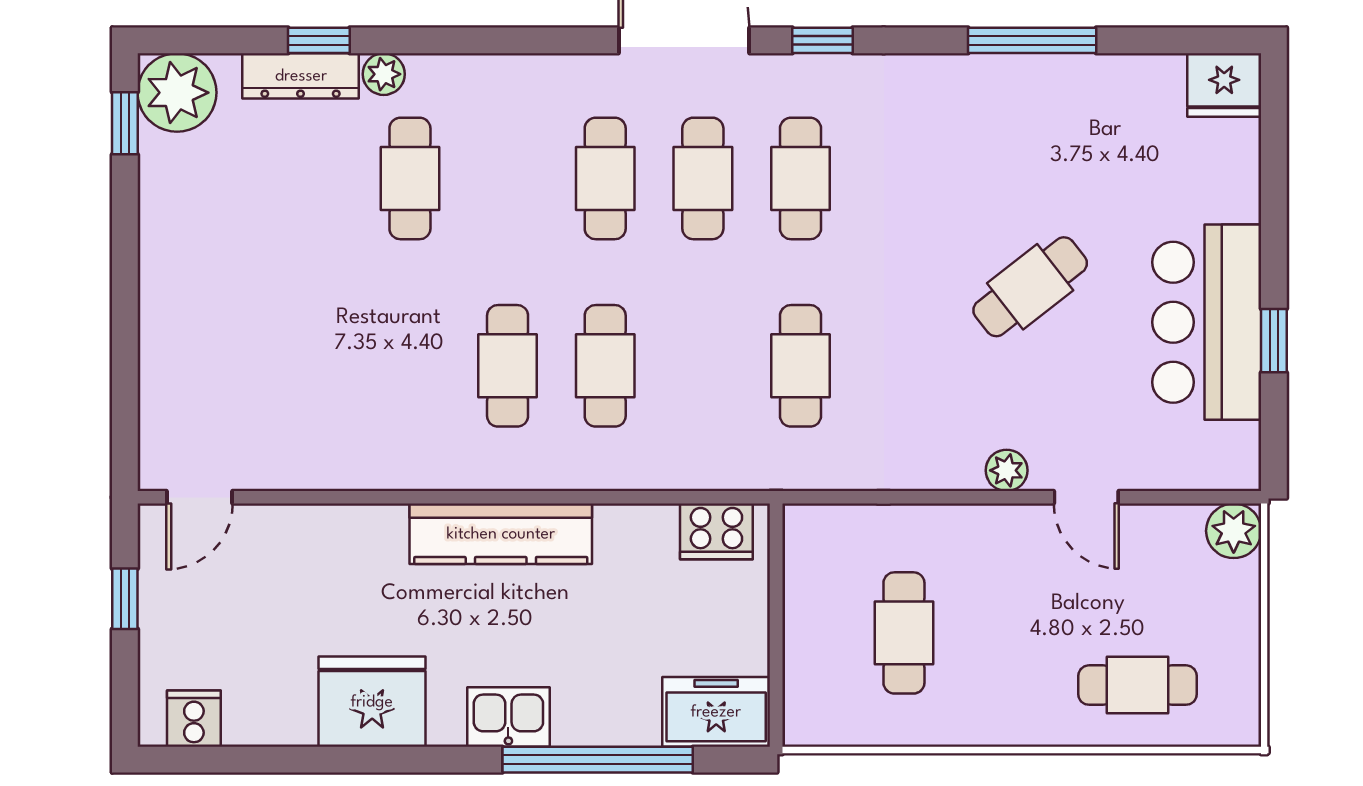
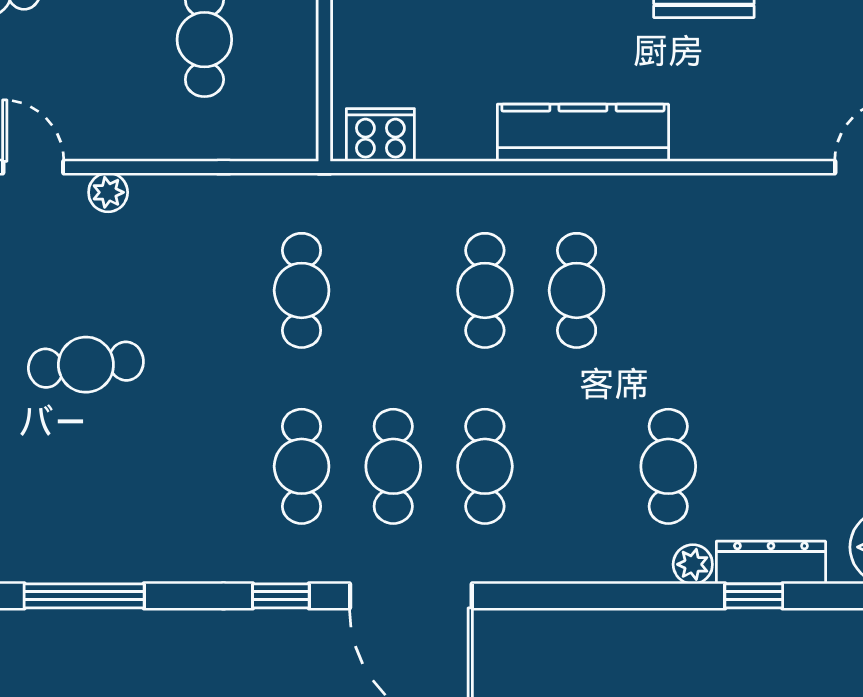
cafe table: (1030, 287) -> (86, 365), turned 33

